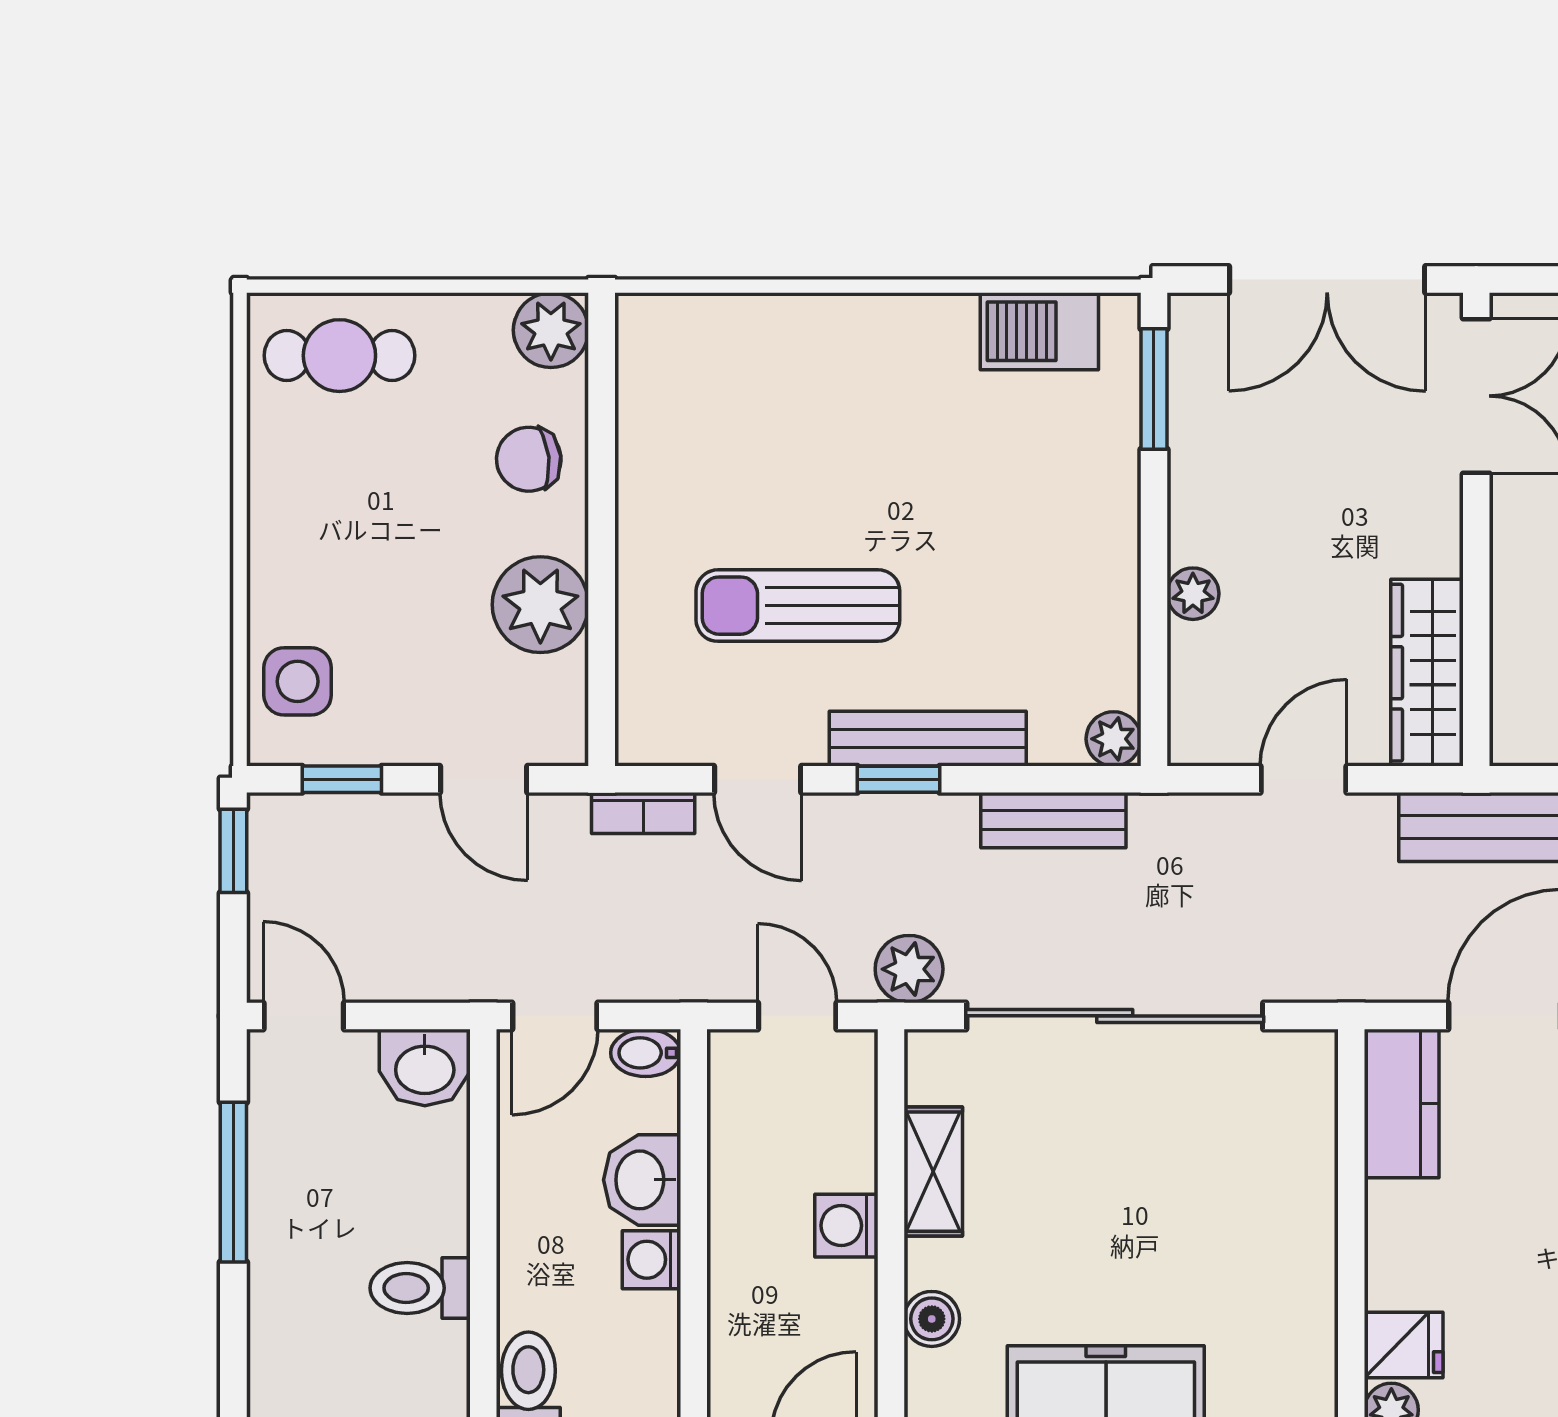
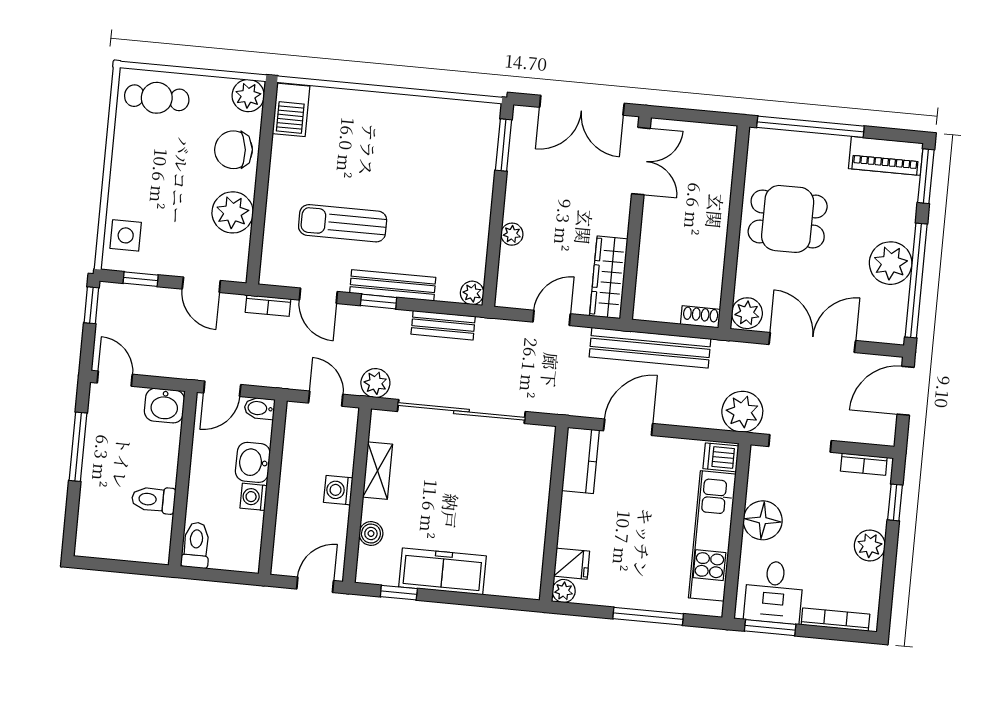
barbecue: (1039, 331) -> (291, 110), moved, turned -90
chair: (529, 459) -> (233, 150), width x1.37, depth x1.37

